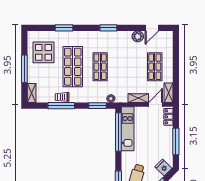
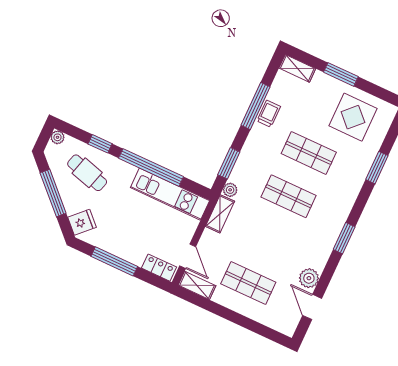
shop shelf: (73, 67) -> (309, 153), width x0.70, depth x0.74
window: (24, 69) -> (341, 74), width x0.69
shelving: (138, 98) -> (220, 214), moved
window: (118, 132) -> (151, 167), moved

